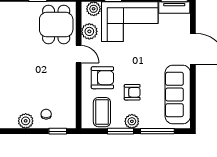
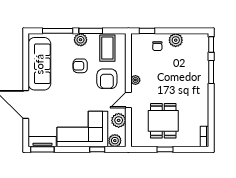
dining table: (56, 25) -> (163, 121), moved
door: (79, 54) -> (128, 100), hinge flipped
plant: (71, 76) -> (135, 80), added
armchair: (102, 78) -> (107, 79), turned -90

